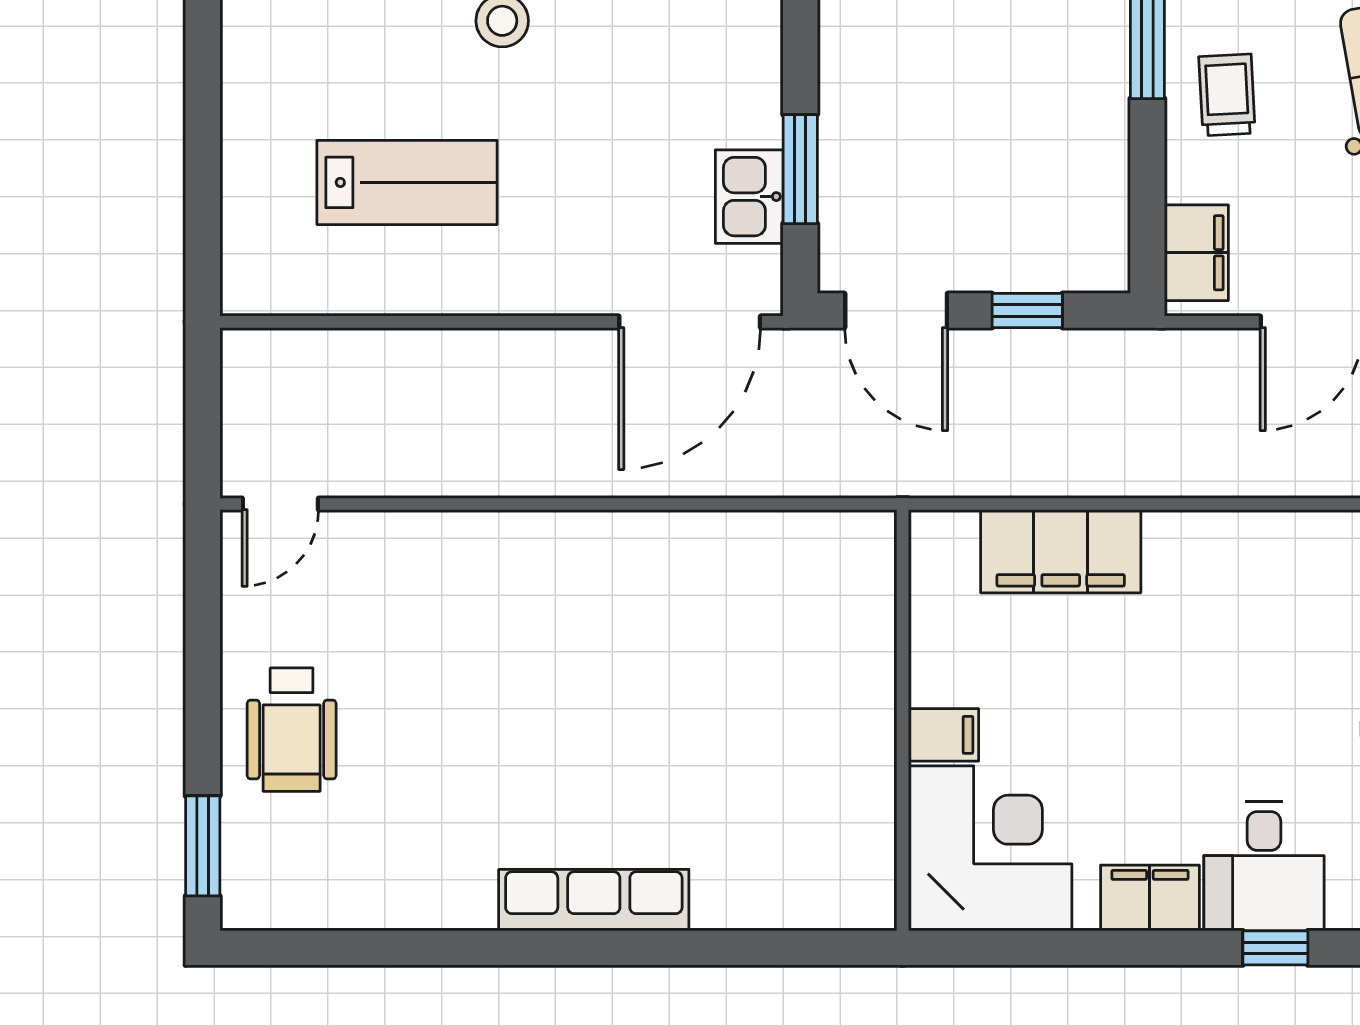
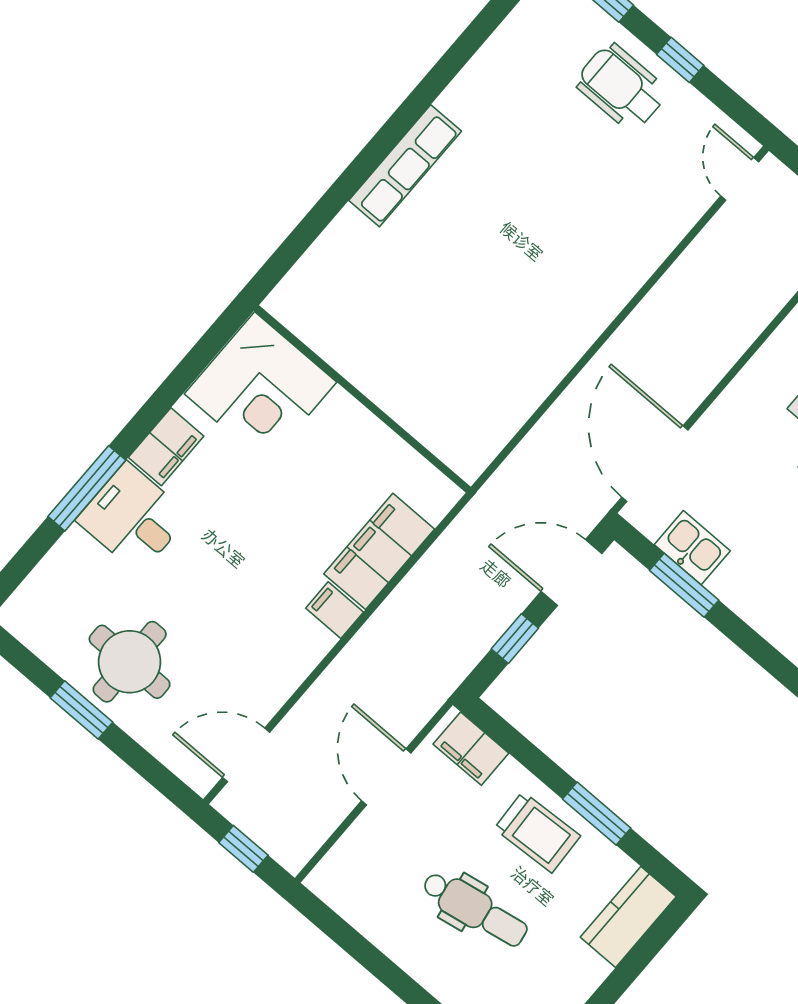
trolley: (1227, 95) -> (537, 832), width x1.36, depth x1.39
window: (203, 689) -> (680, 60), added
filing cabinet: (943, 735) -> (335, 610), moved, turned 90
window: (1275, 948) -> (87, 488), width x2.17

